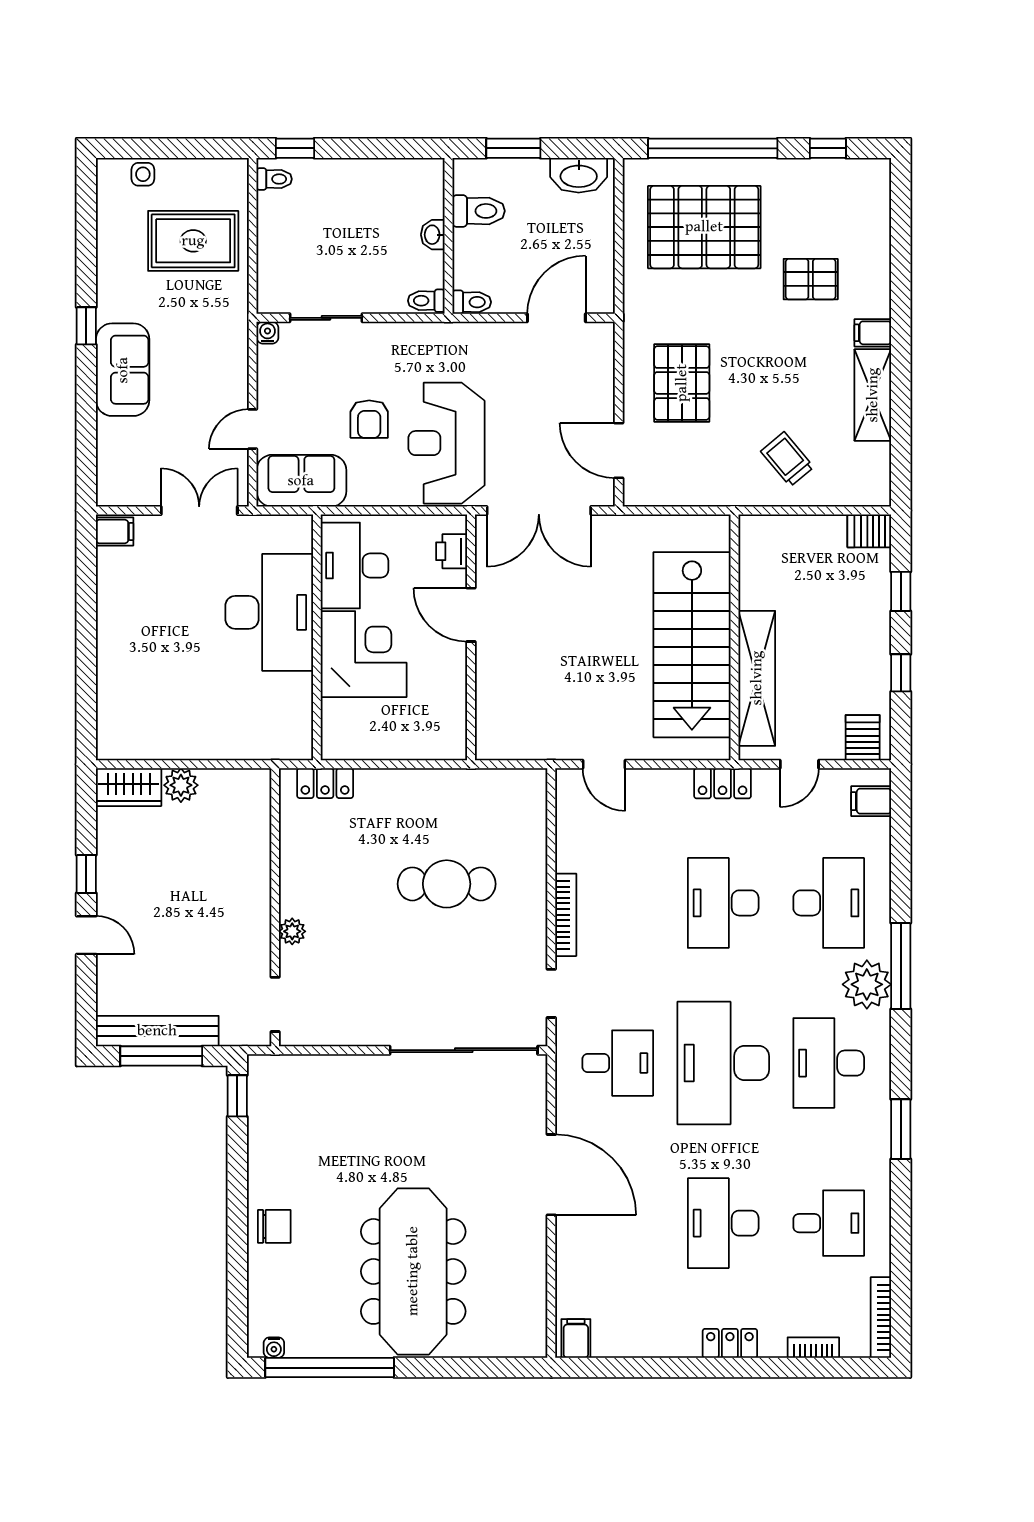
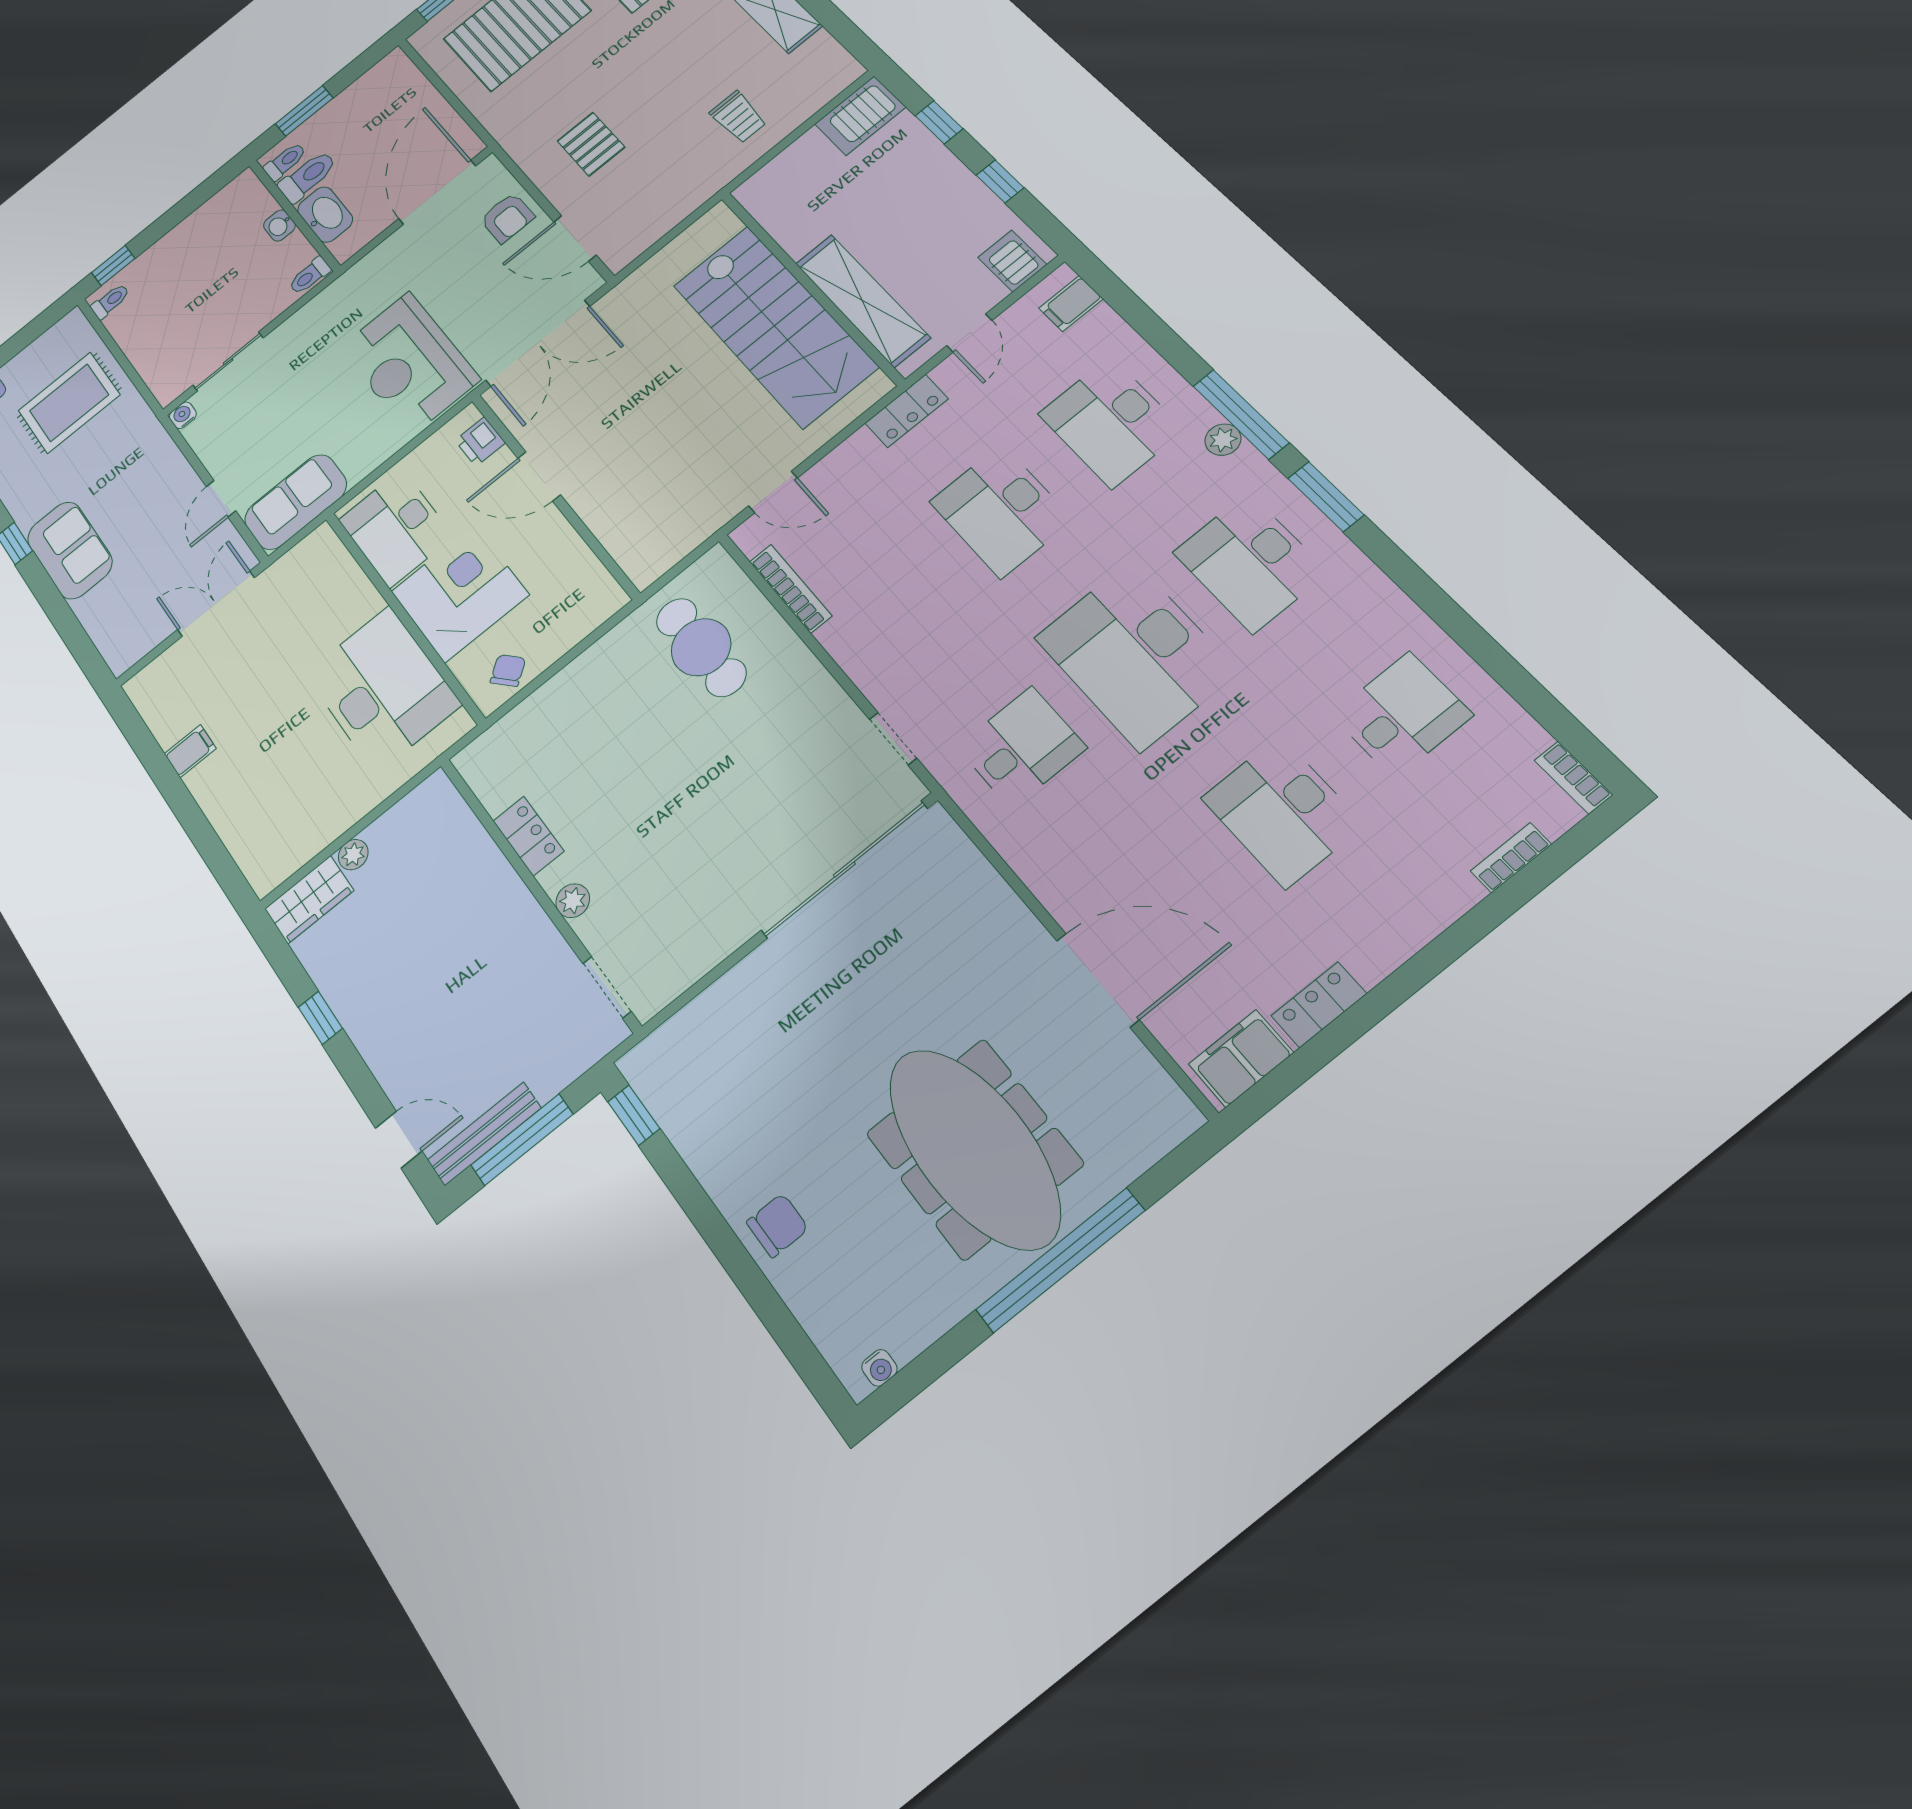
washbasin: (579, 175) -> (325, 215), moved, turned -90
toilet: (472, 302) -> (285, 161), moved
door: (556, 318) -> (437, 192), width x1.36
pallet: (682, 383) -> (591, 144), width x0.67, depth x0.71
armchair: (369, 419) -> (507, 218), moved
trolley: (787, 459) -> (738, 117), turned -140
server rack: (869, 531) -> (860, 116), width x1.36, depth x1.44
filing cabinet: (115, 532) -> (190, 751), moved
desk: (269, 612) -> (382, 689), moved
chair: (357, 739) -> (508, 671), added
locker: (325, 783) -> (528, 836), moved, turned -90
plant: (181, 785) -> (353, 855), width x0.73, depth x0.73
cafe table: (447, 884) -> (701, 647), moved, turned 90
desk: (829, 903) -> (1111, 422), turned 180
bookcase: (566, 915) -> (791, 589), moved
door: (86, 935) -> (399, 1140), moved
plant: (867, 984) -> (1223, 440), width x0.53, depth x0.53
bench: (157, 1031) -> (484, 1134), width x0.73, depth x0.82
window: (901, 1129) -> (1326, 497), moved
door: (551, 1175) -> (1098, 980), moved
bookcase: (881, 1318) -> (1573, 777), width x0.64
filing cabinet: (576, 1338) -> (1241, 1058), width x2.00
locker: (730, 1343) -> (1319, 1005), moved
window: (330, 1368) -> (1060, 1260), moved

